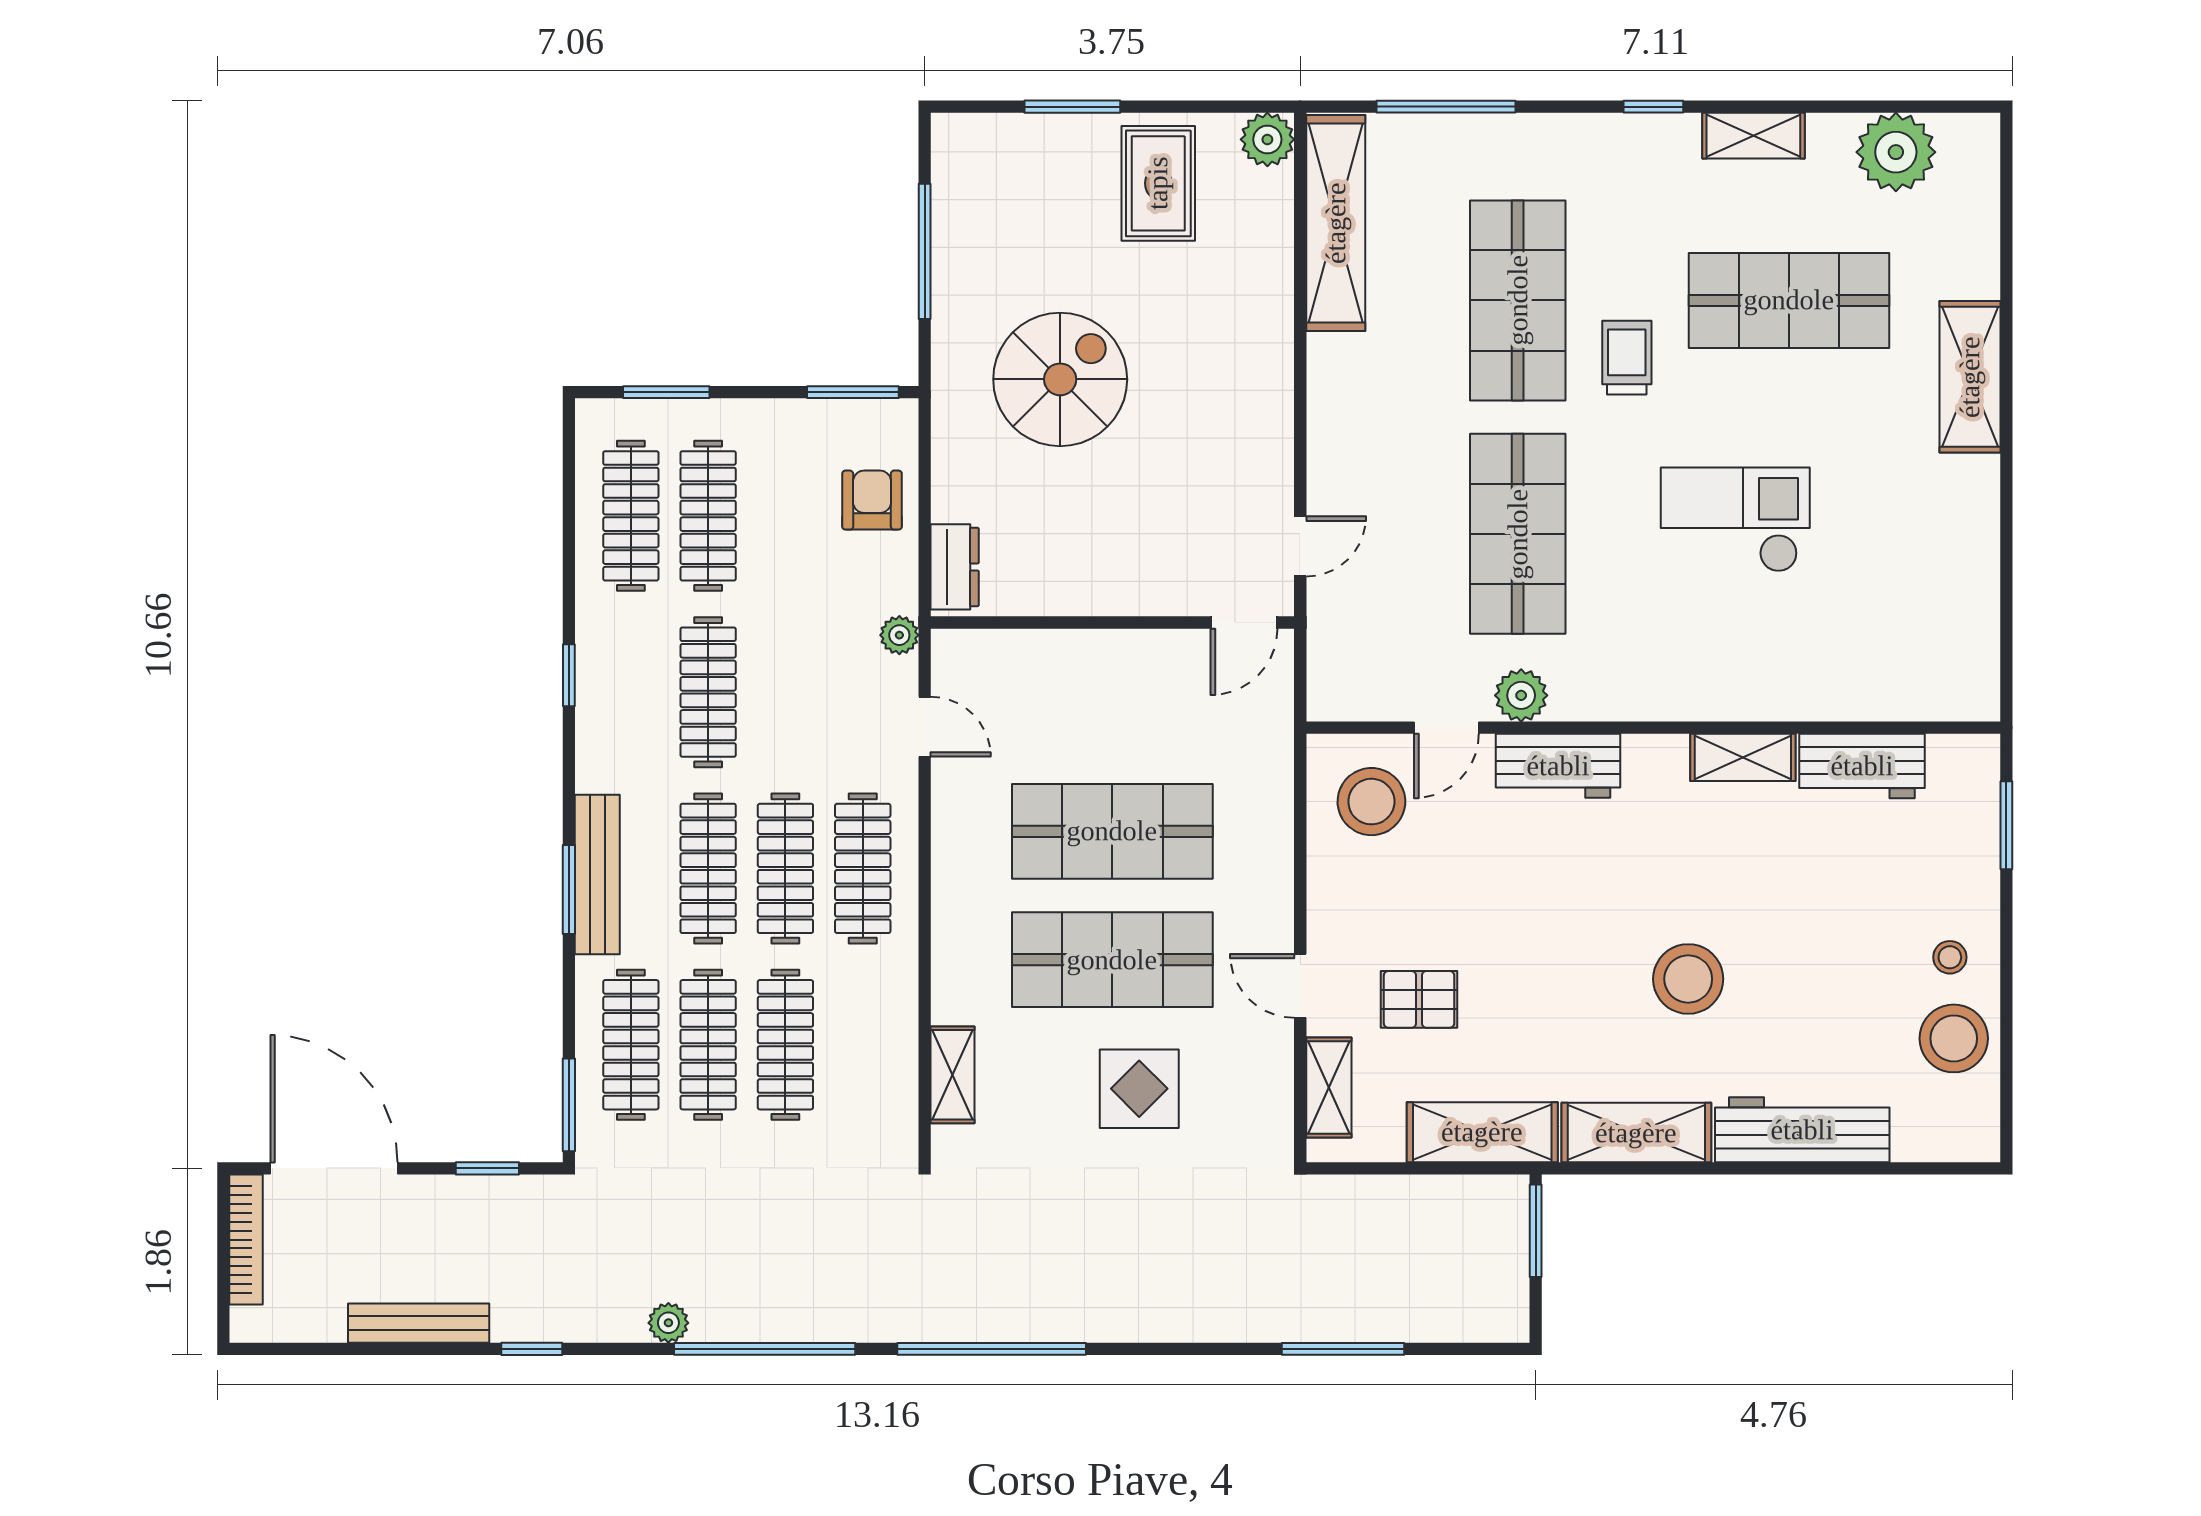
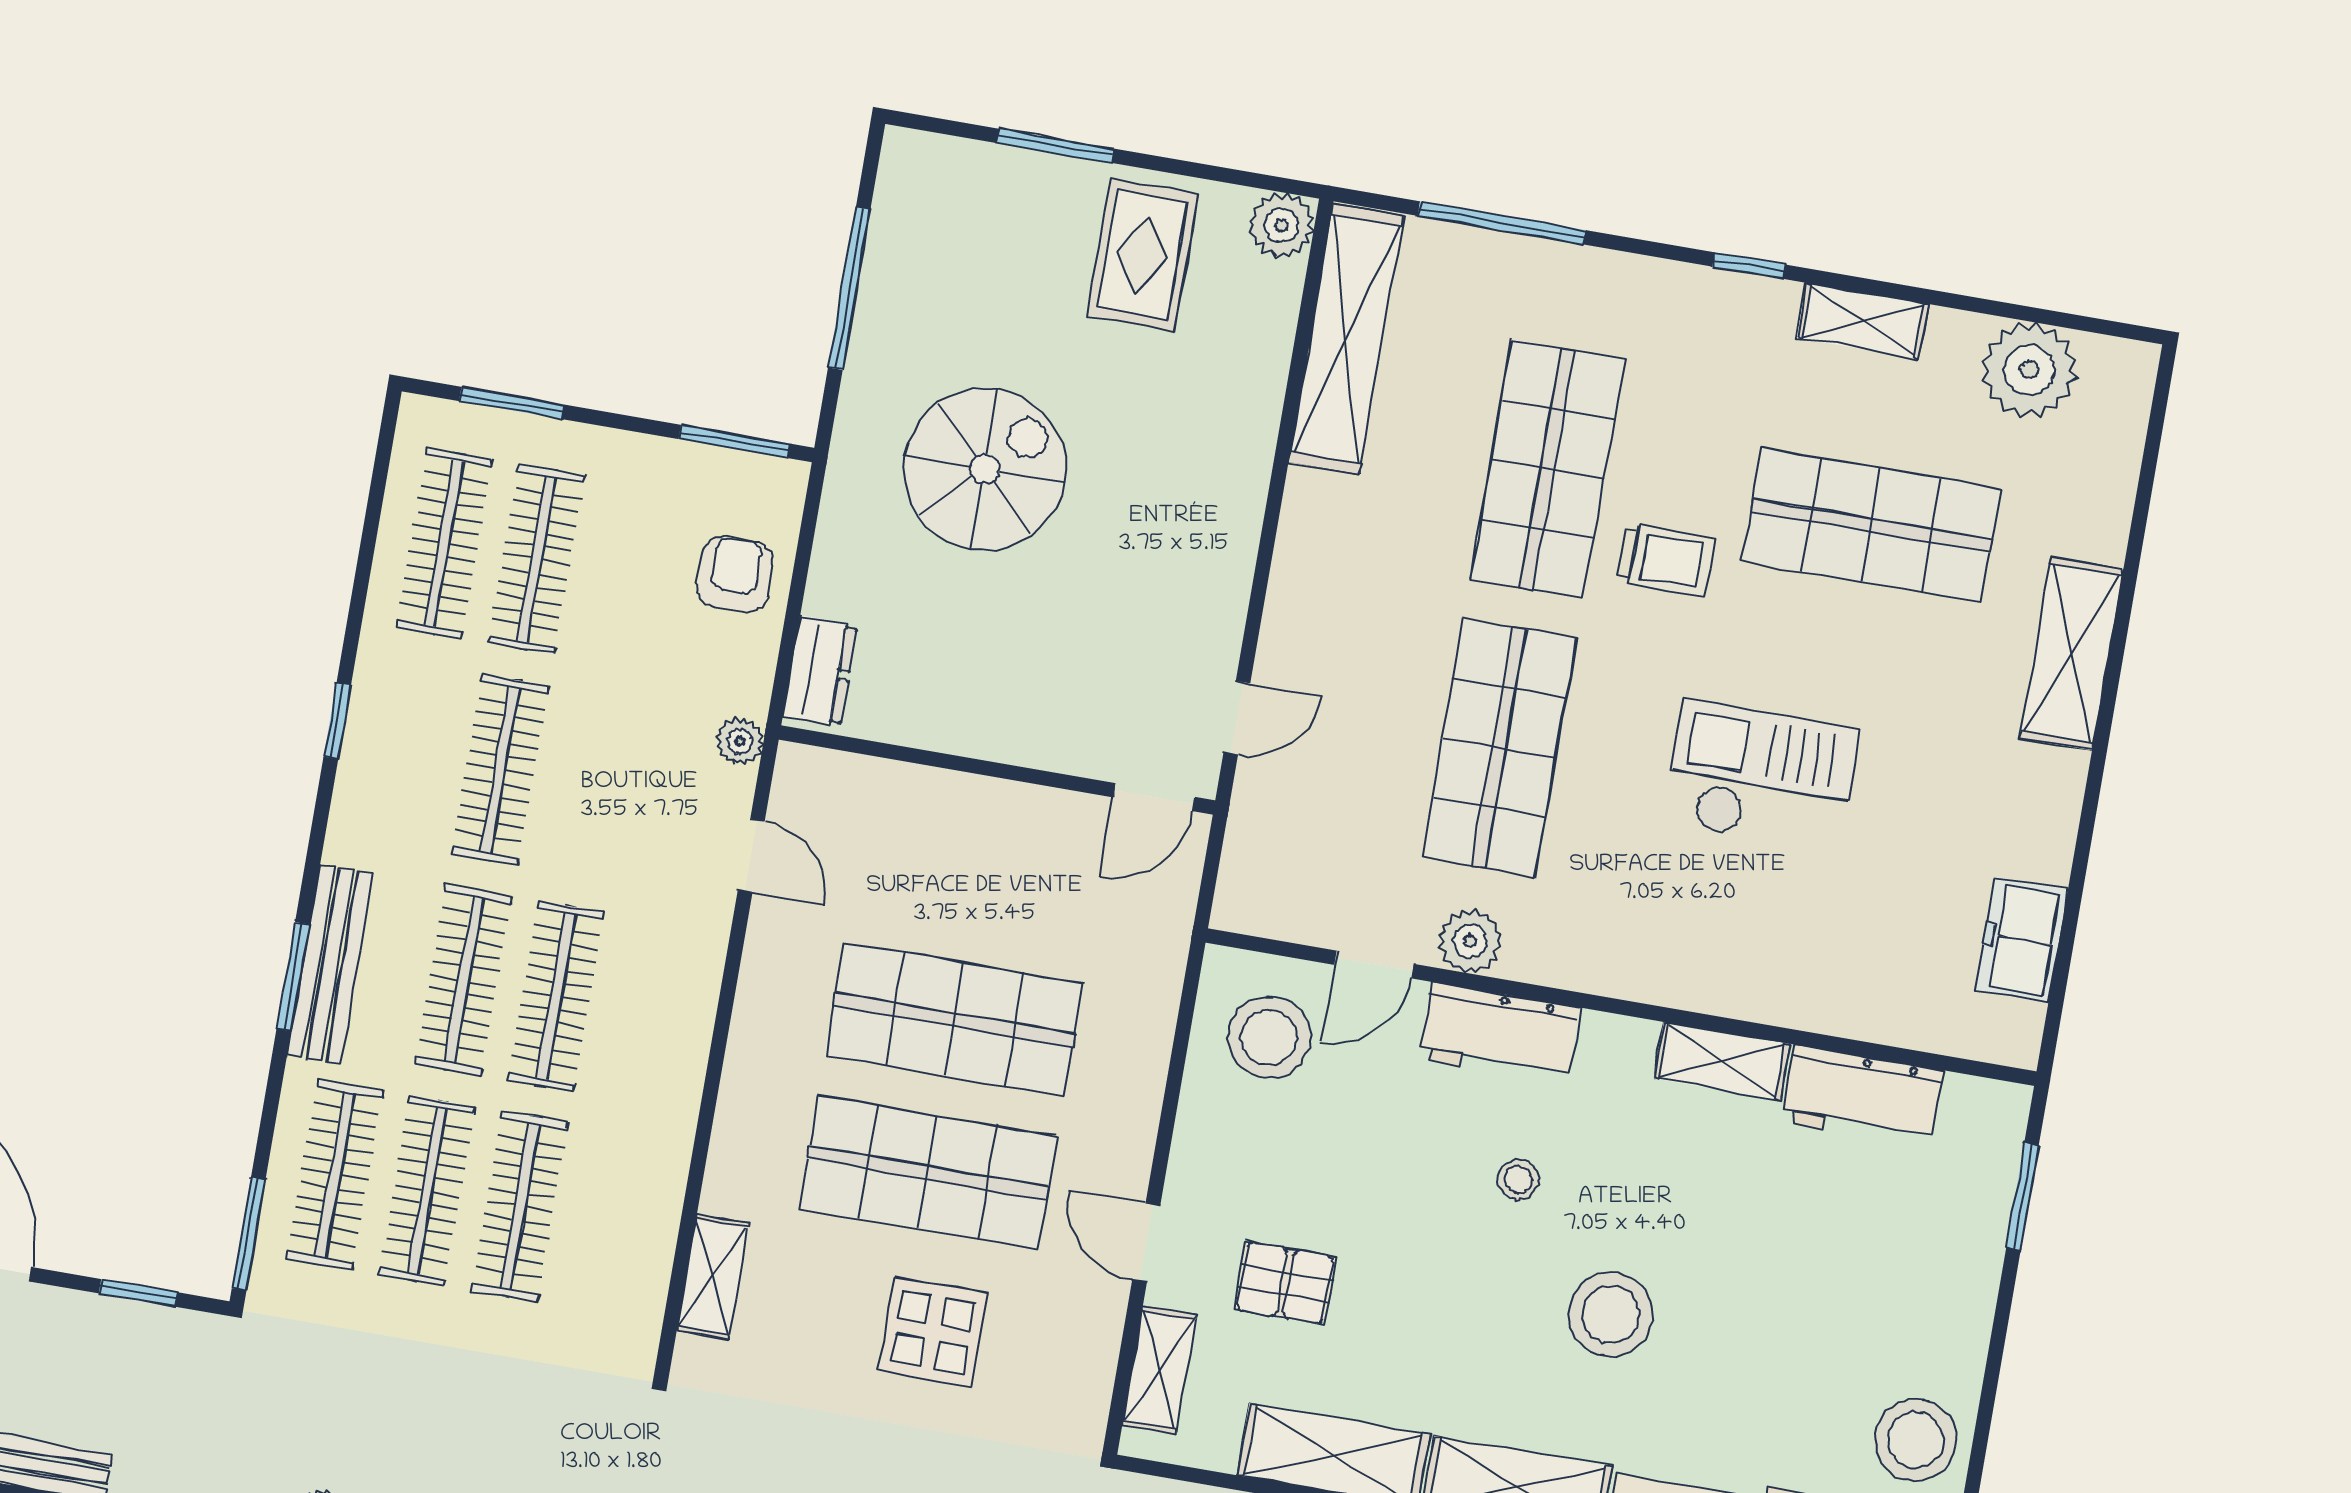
trolley: (1627, 358) -> (1666, 560), turned 90
freezer: (1970, 617) -> (2022, 940), added
clothes rail: (863, 868) -> (648, 1012), removed
stool: (1950, 957) -> (1518, 1180), moved

